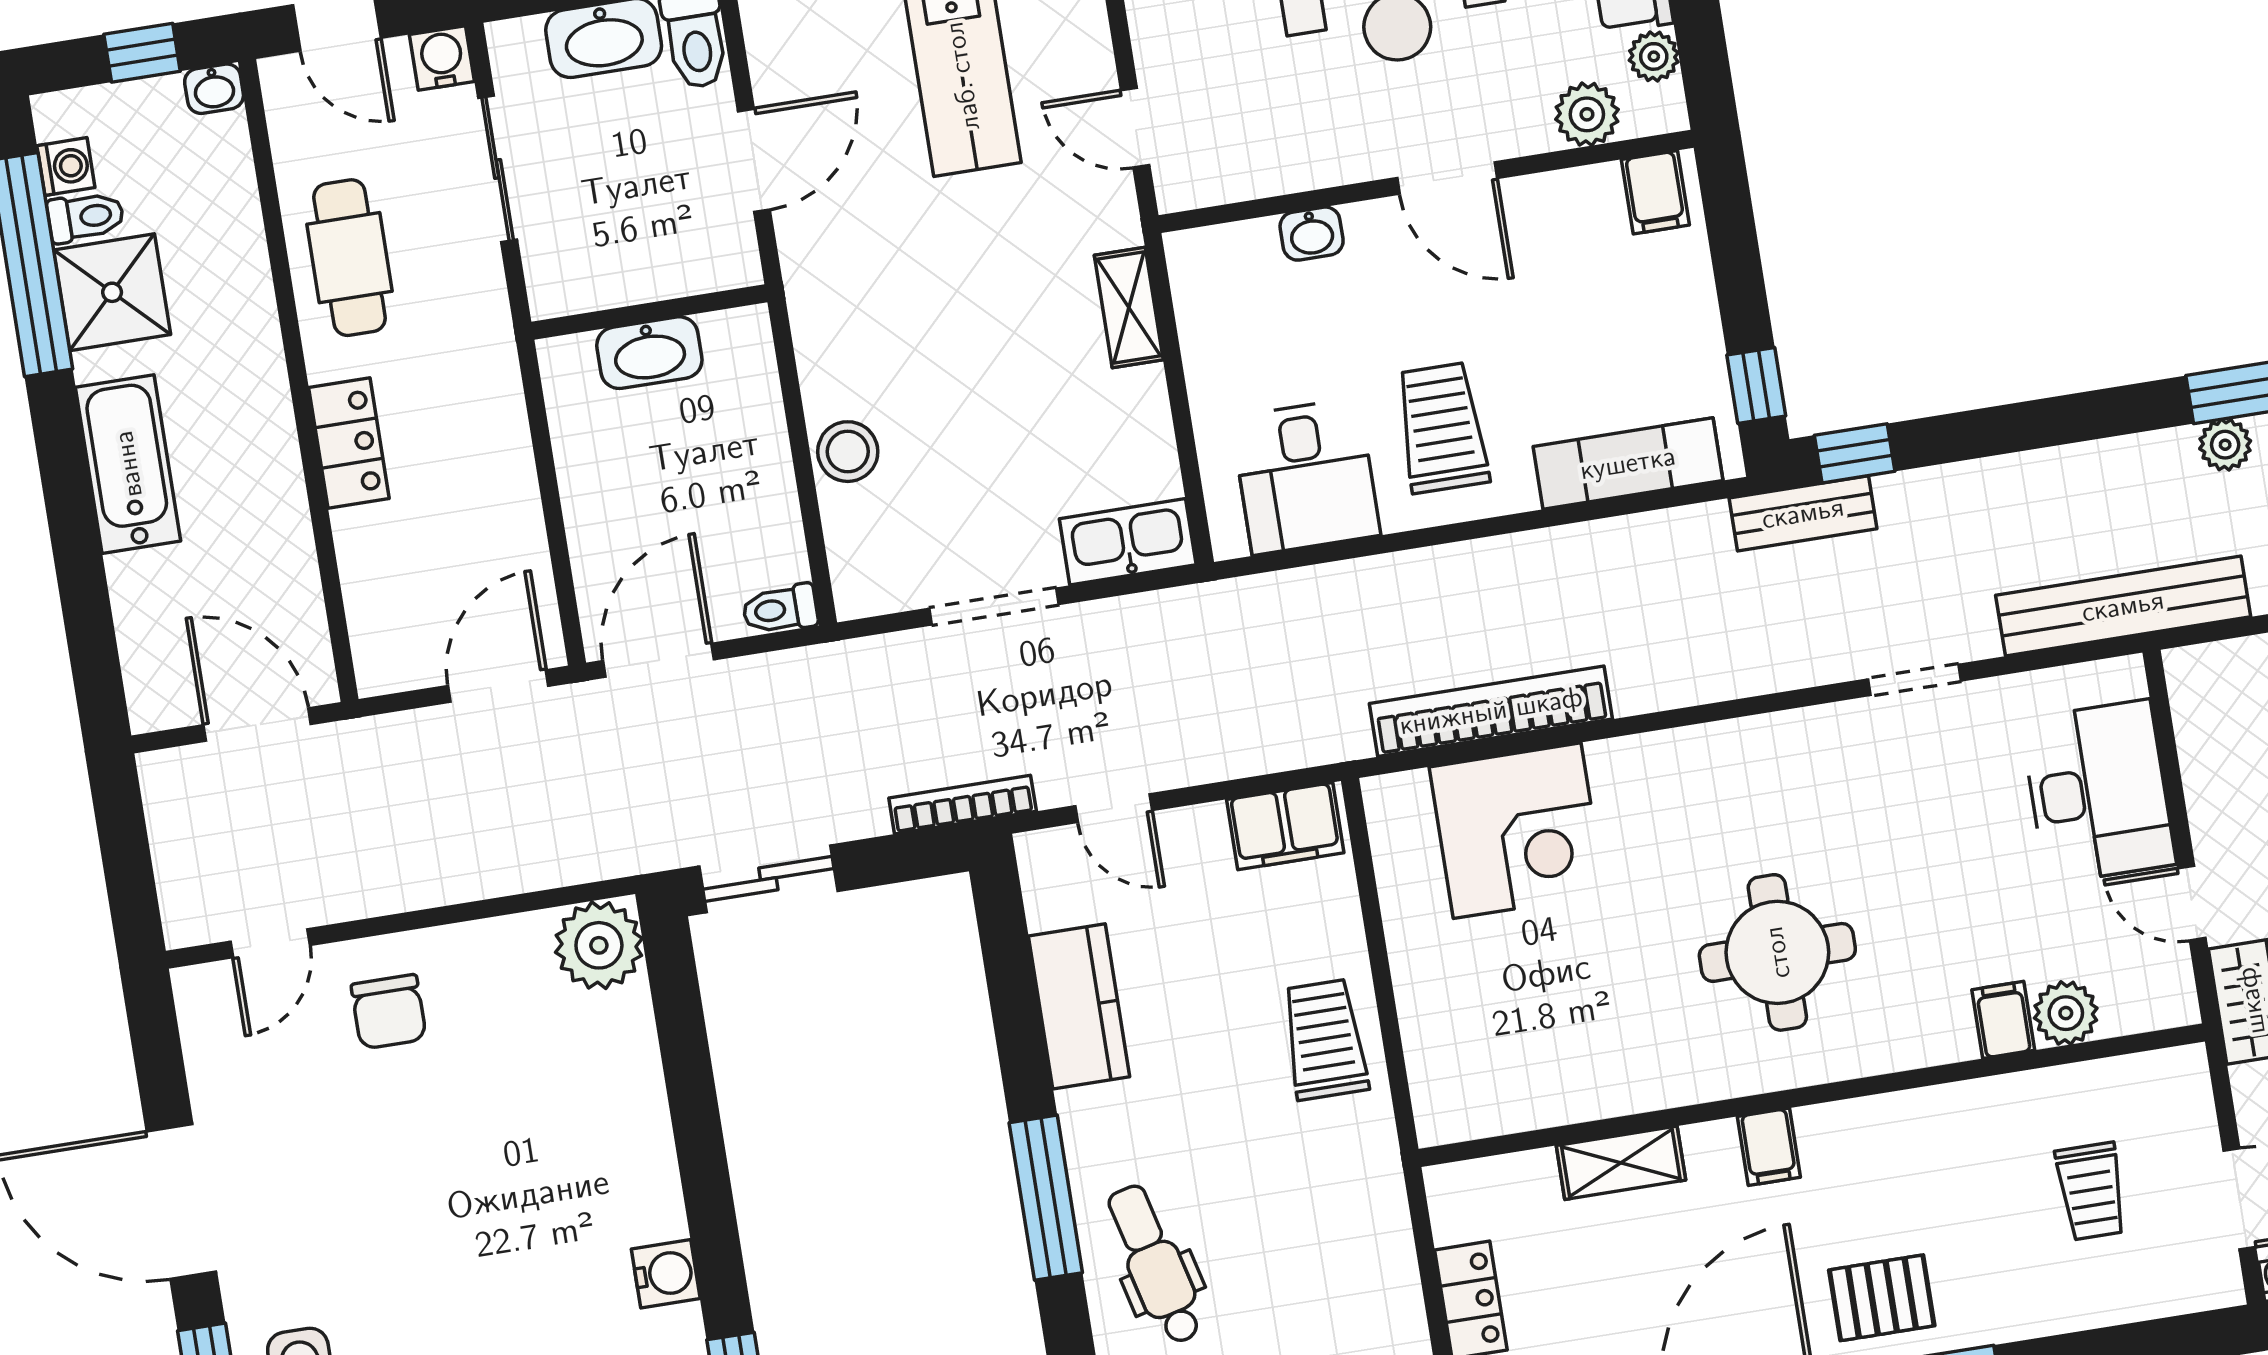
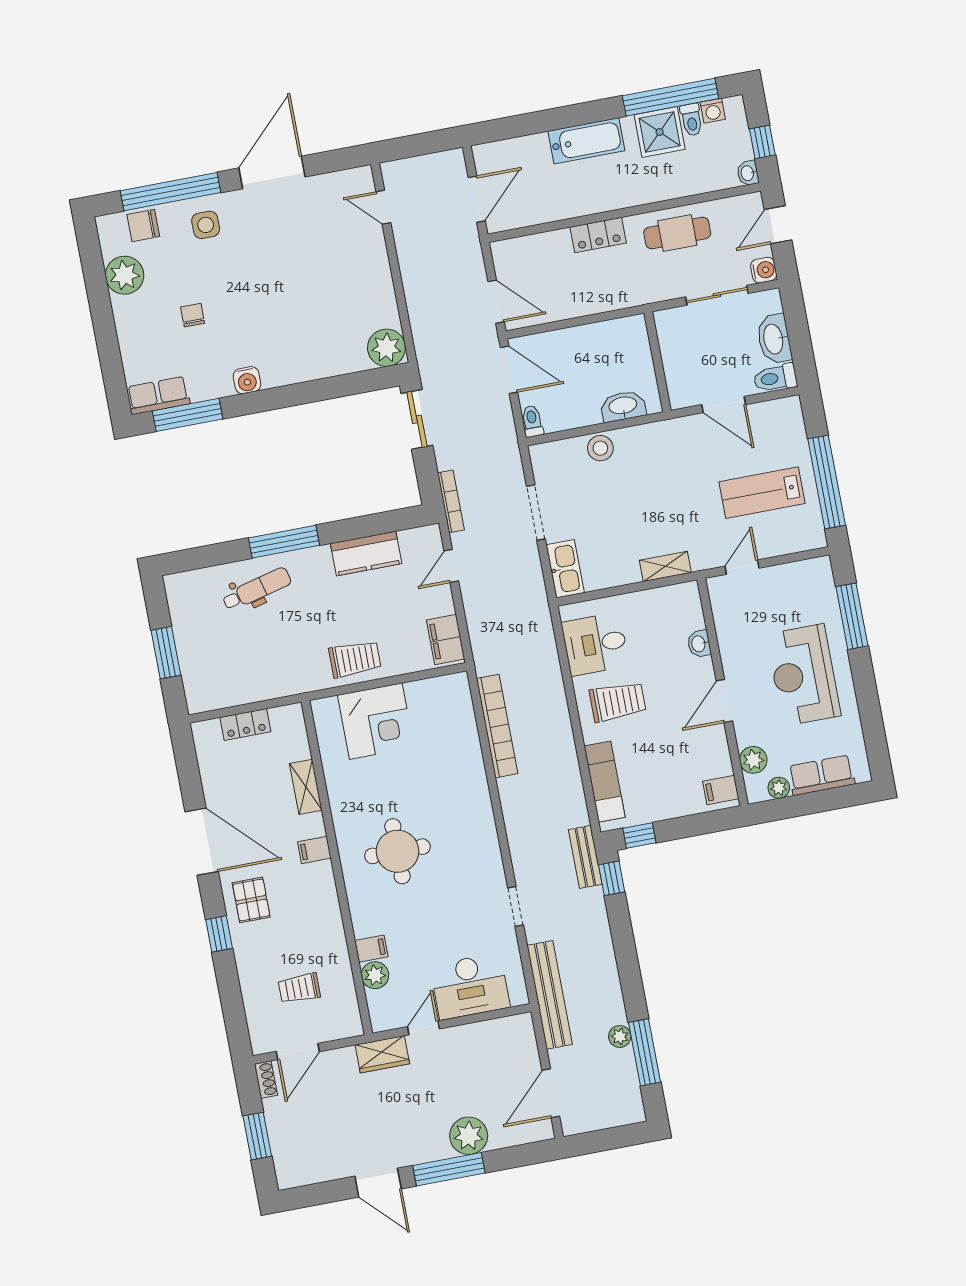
washbasin: (649, 353) -> (623, 406), moved, turned 90
corner desk: (1517, 831) -> (376, 721), moved, turned -90
chair: (389, 1012) -> (356, 259), removed

